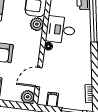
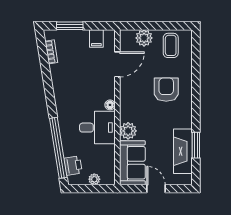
plant: (28, 97) -> (144, 38), moved

